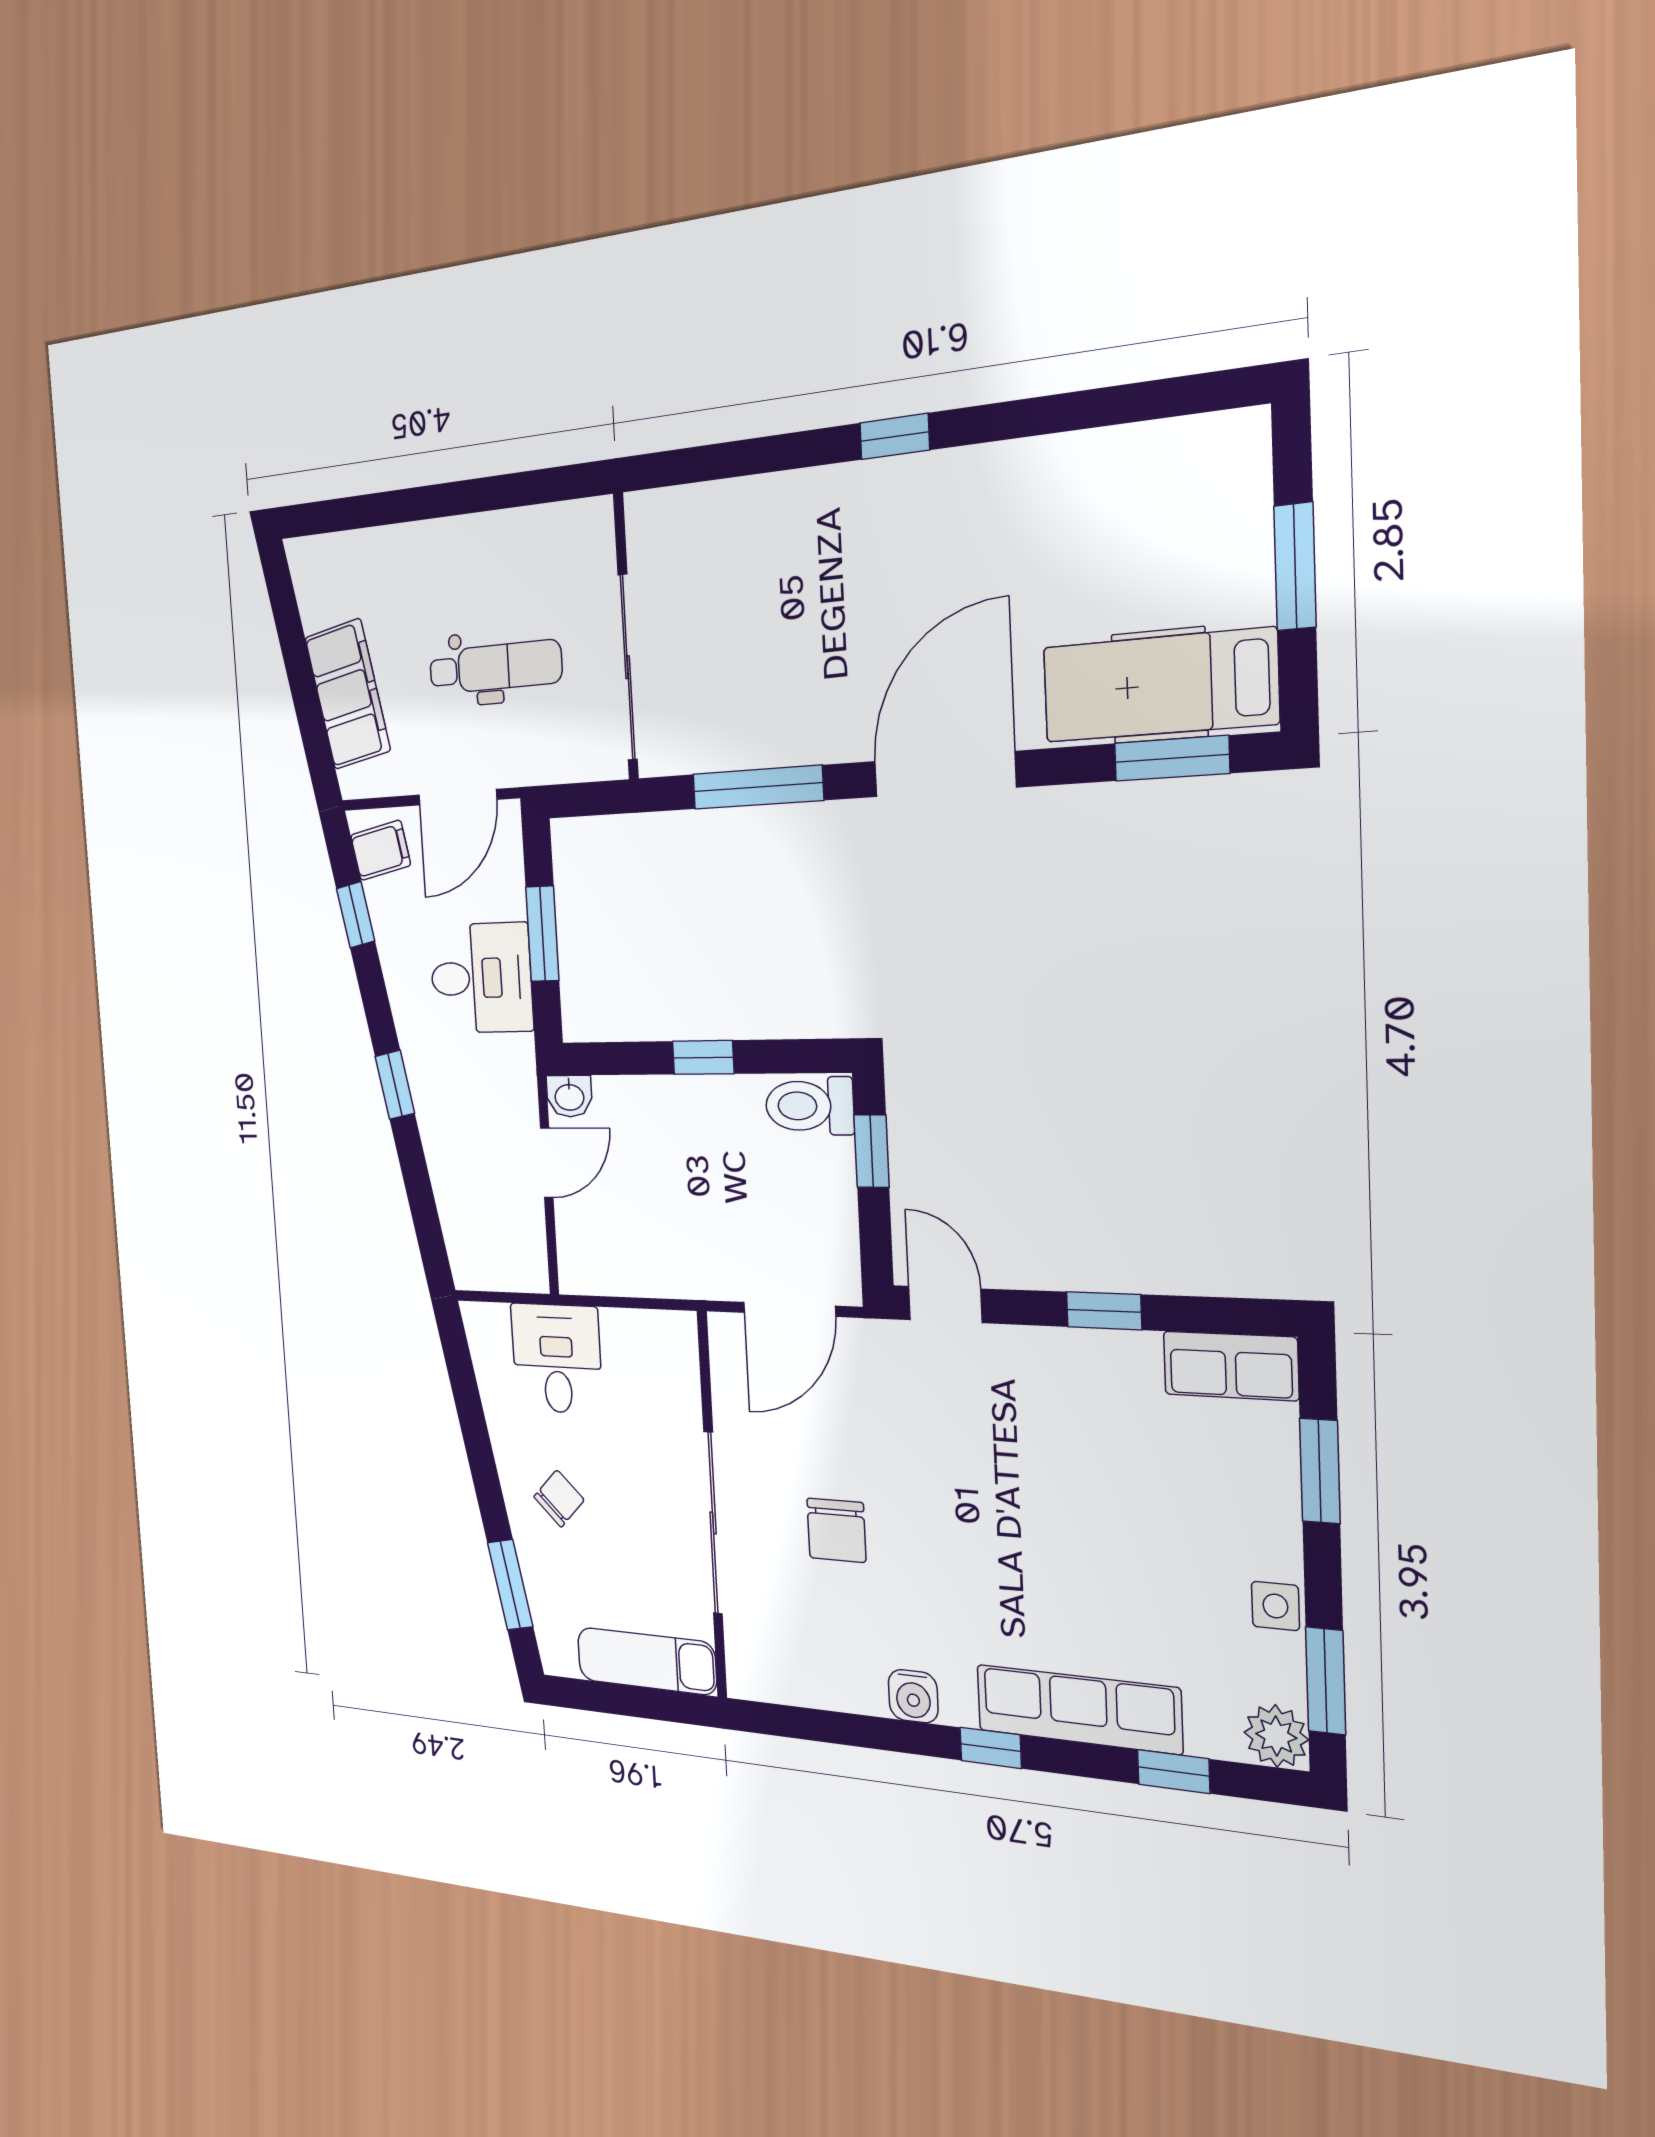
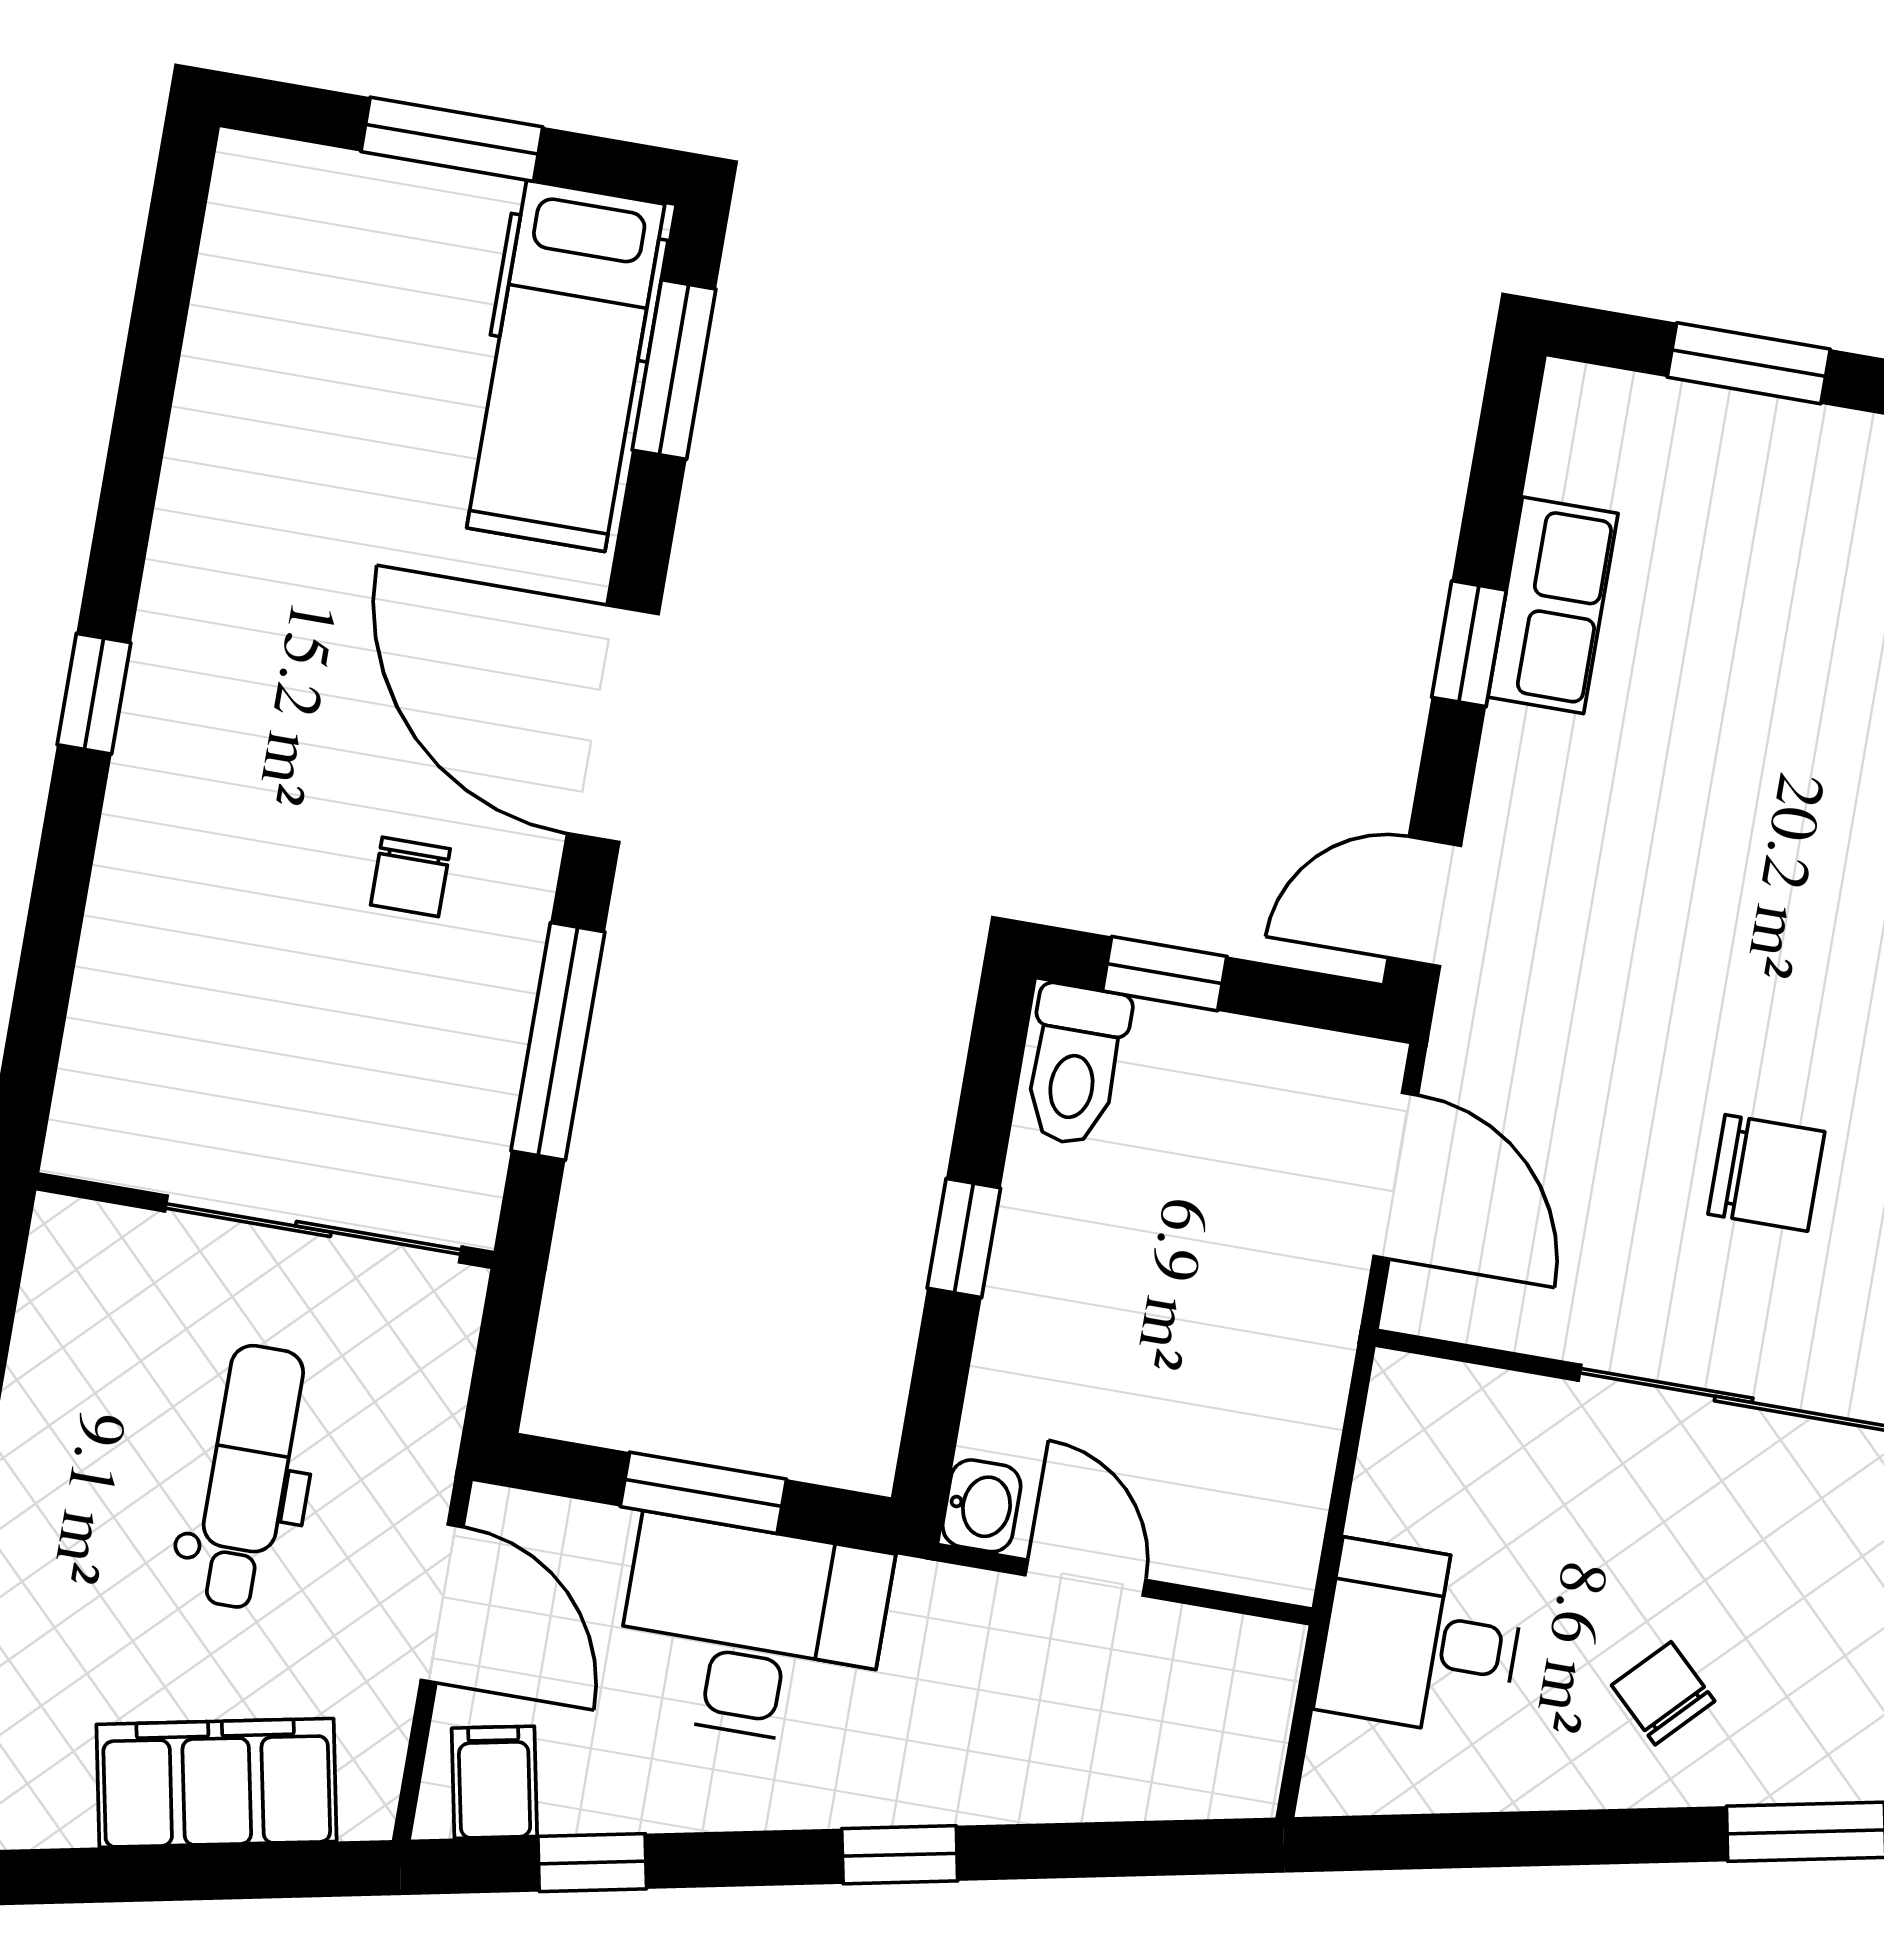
chair: (830, 670) -> (410, 877), added
desk: (481, 978) -> (752, 1632), width x1.37
row of seats: (1231, 1366) -> (1553, 605), moved

